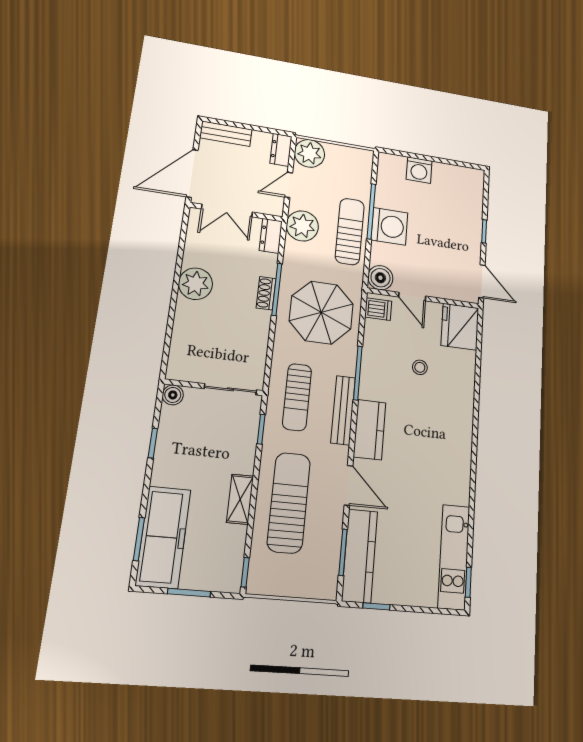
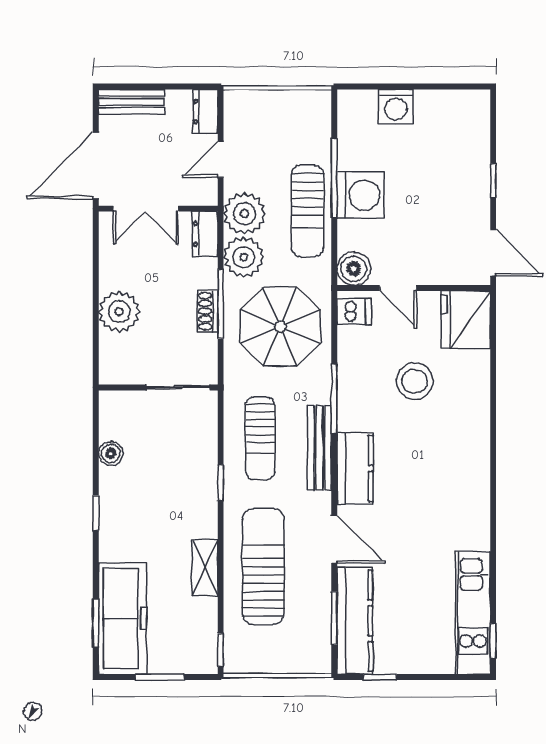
plant: (309, 153) -> (244, 257), moved
sun lounger: (350, 231) -> (308, 211), turned 180
stool: (420, 367) -> (415, 381), width x1.89, depth x1.89
wall: (214, 387) -> (158, 387), moved
sliding door: (230, 389) -> (178, 387), moved

